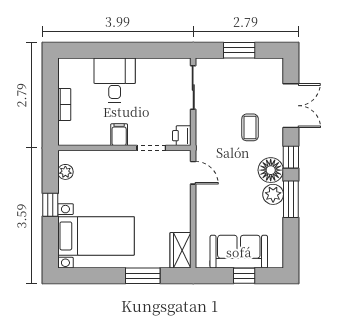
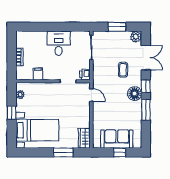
desk: (115, 80) -> (59, 43), moved
filing cabinet: (119, 135) -> (38, 74), moved
plant: (273, 194) -> (136, 37), moved

